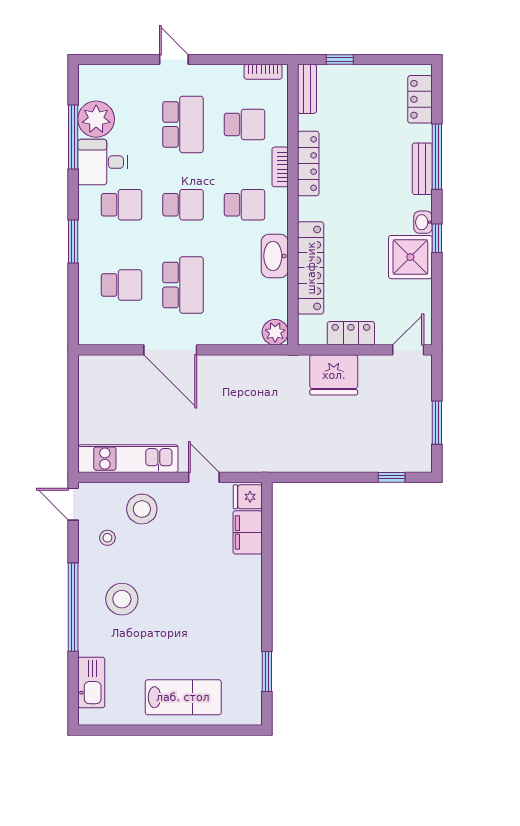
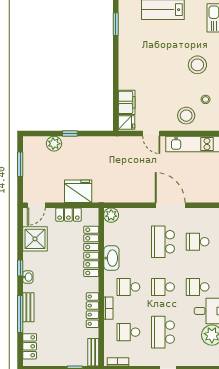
shower: (410, 257) -> (35, 239), moved
plant: (377, 459) -> (54, 144), added
window: (392, 477) -> (70, 133), moved

